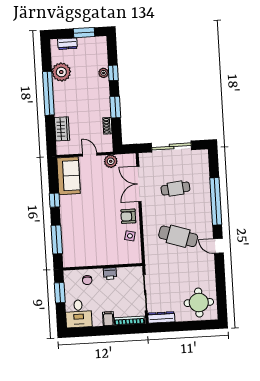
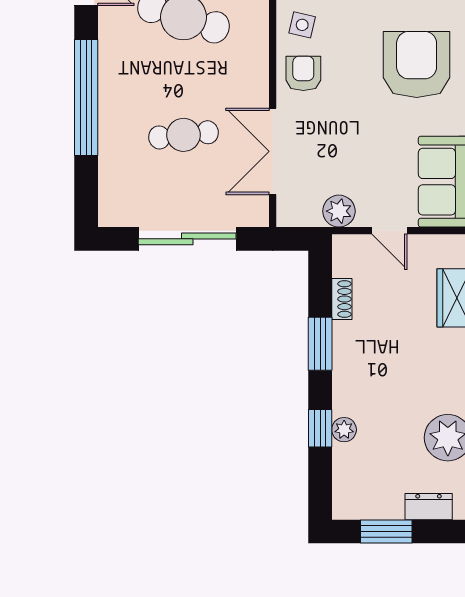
double door: (139, 184) -> (273, 151), swing flipped
armchair: (128, 216) -> (303, 73), turned -90
armchair: (83, 223) -> (417, 64), added

